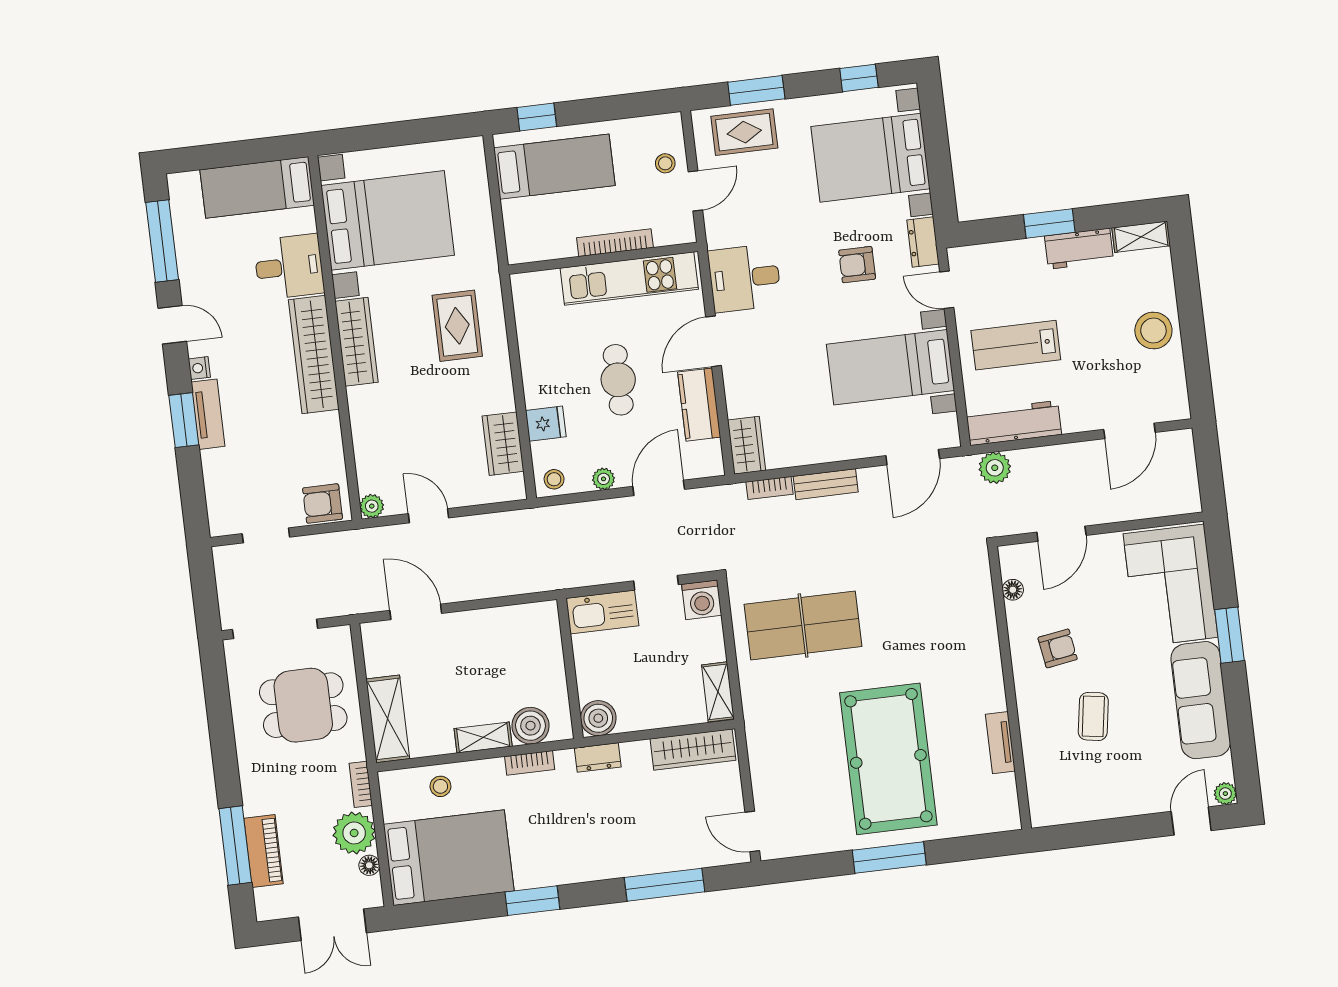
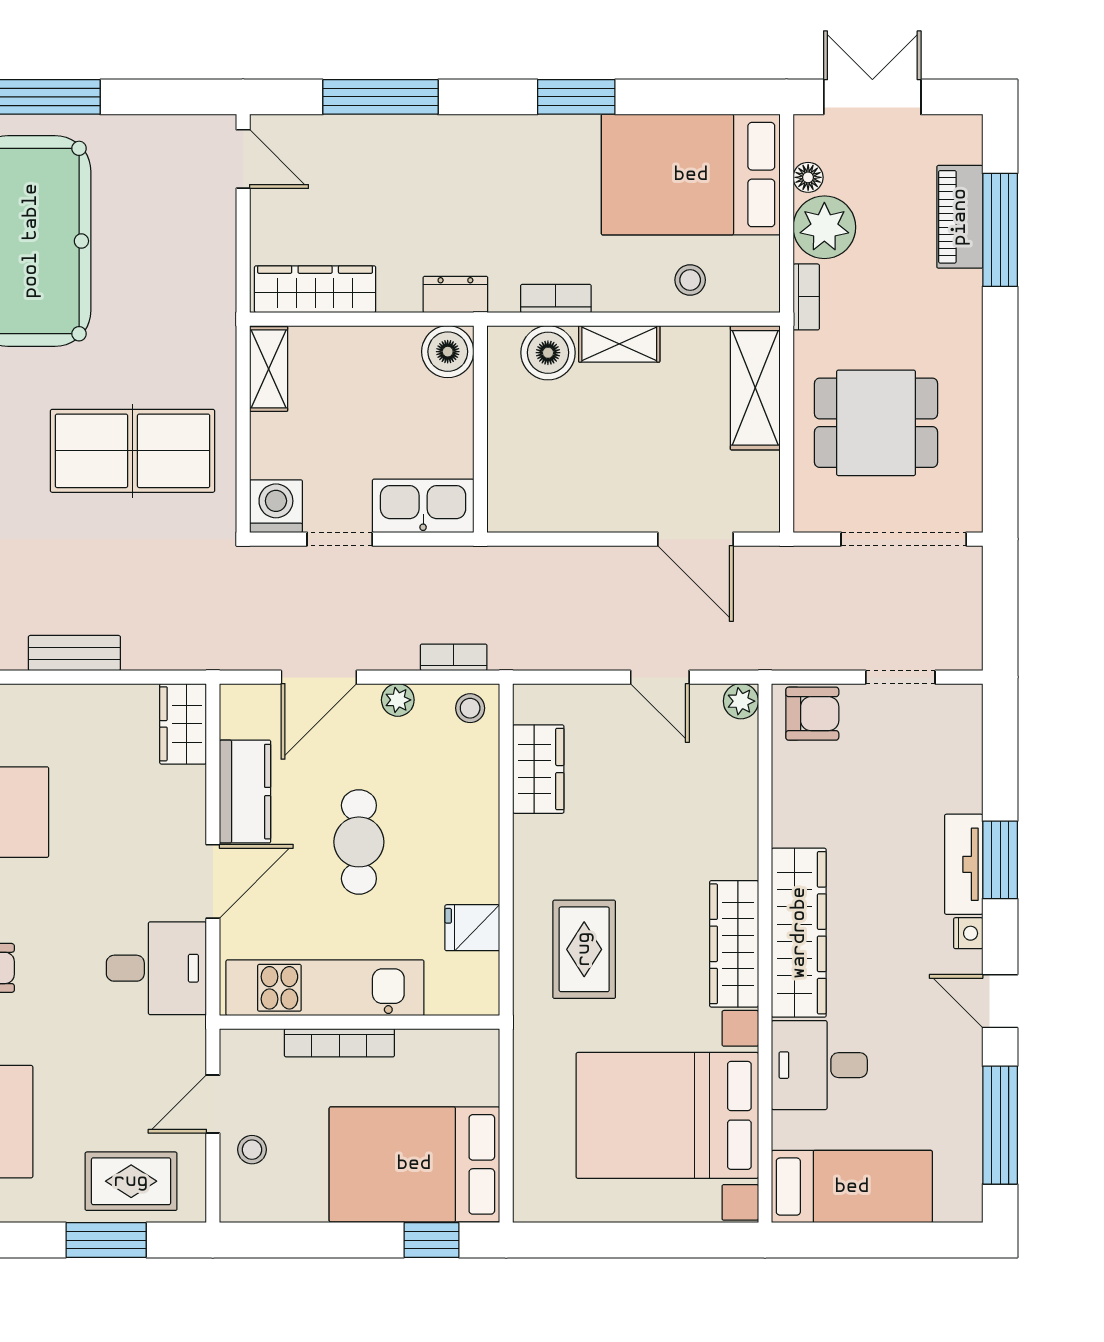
bed: (554, 167) -> (414, 1164), width x1.50
fridge: (546, 424) -> (472, 928), moved
bookcase: (770, 488) -> (454, 657), moved

